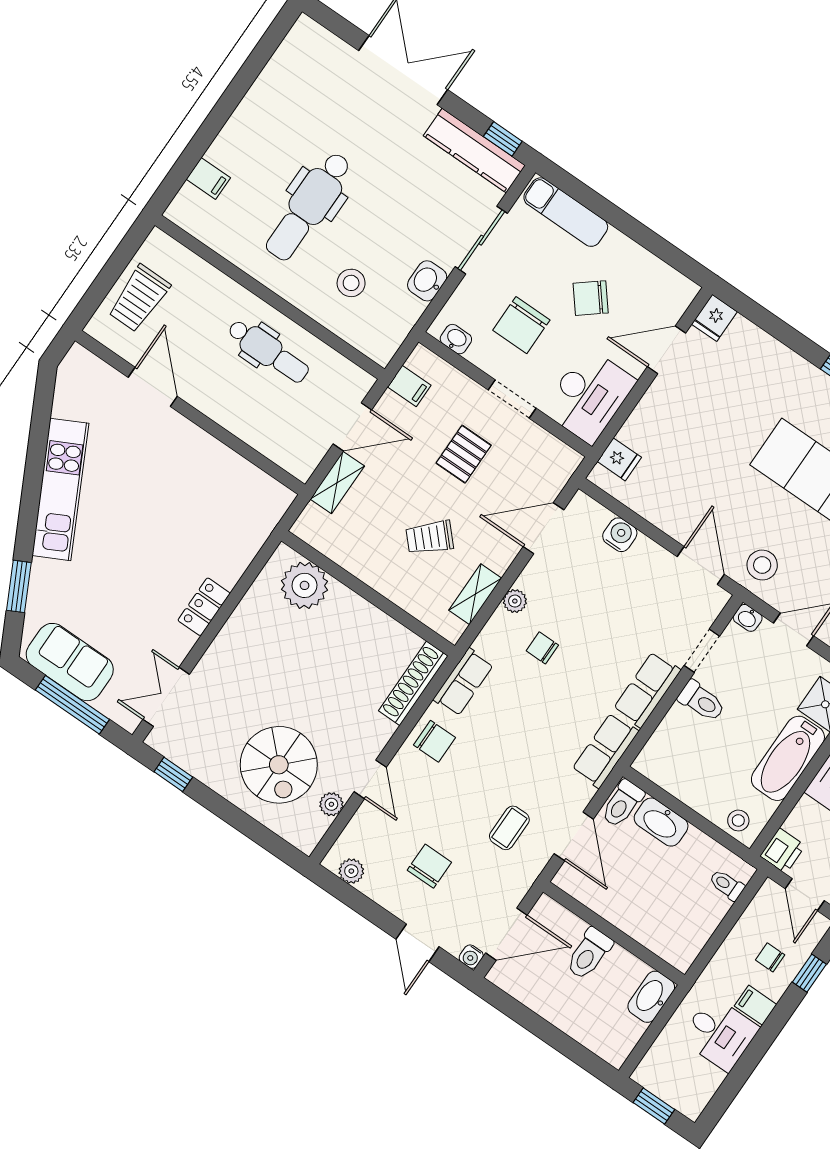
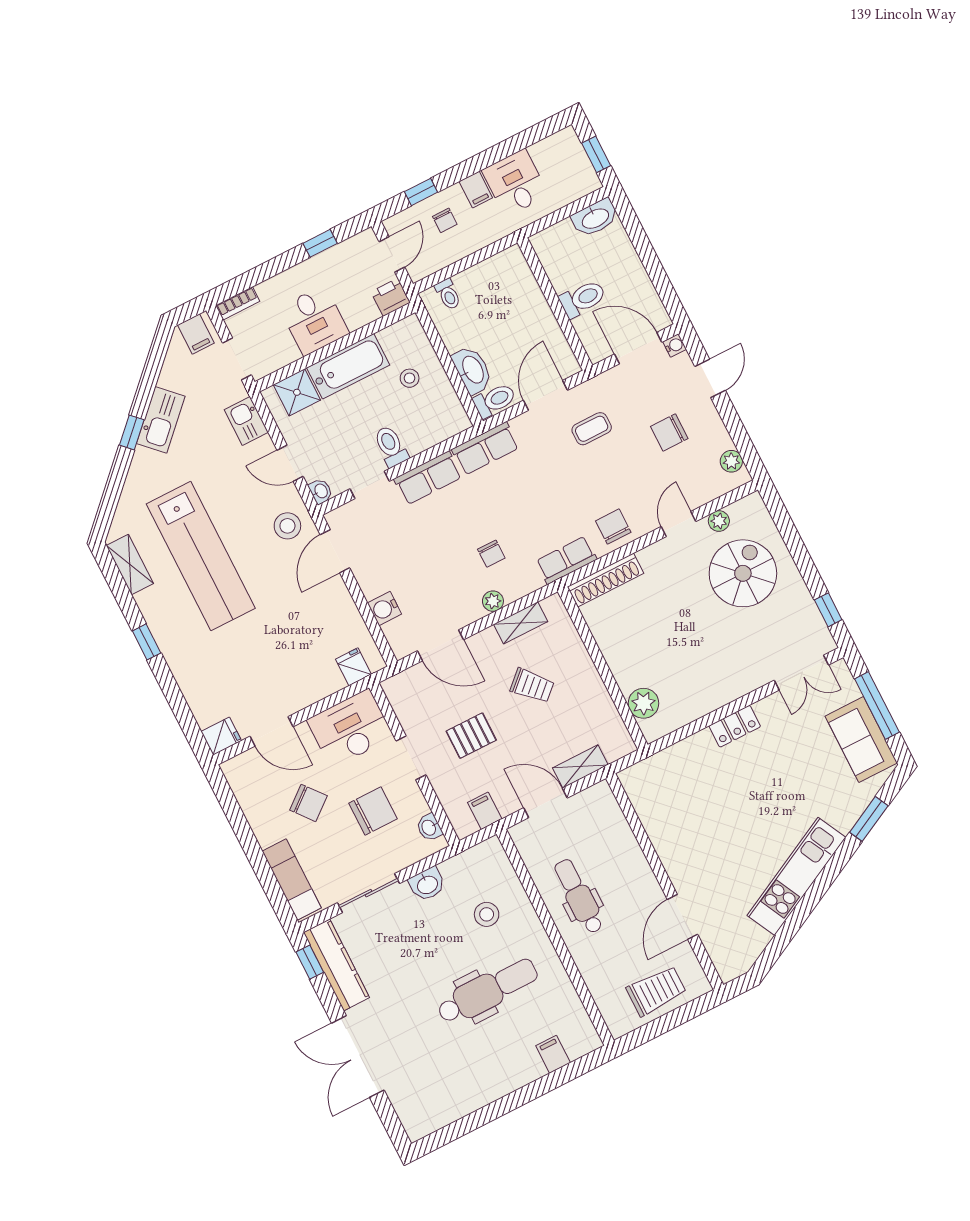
plant: (305, 585) -> (644, 703), width x0.73, depth x0.73
stool: (738, 821) -> (410, 378), moved
washbasin: (651, 997) -> (595, 218), moved

